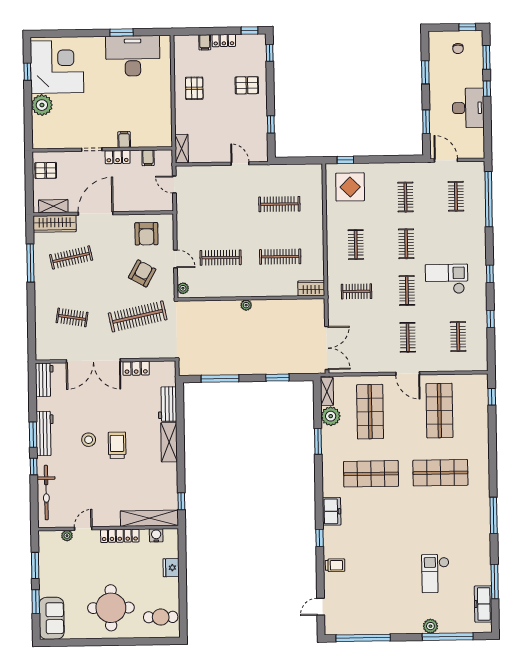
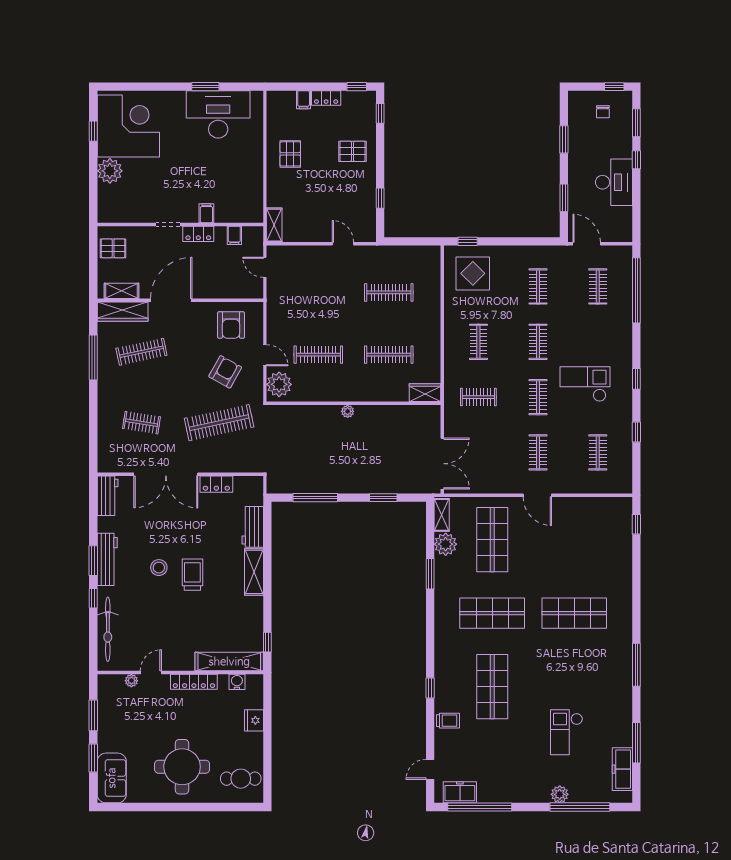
plant: (183, 288) -> (279, 384), width x1.88, depth x1.88
shop shelf: (439, 411) -> (492, 687), moved
freezer: (332, 511) -> (460, 792), moved, turned -90

